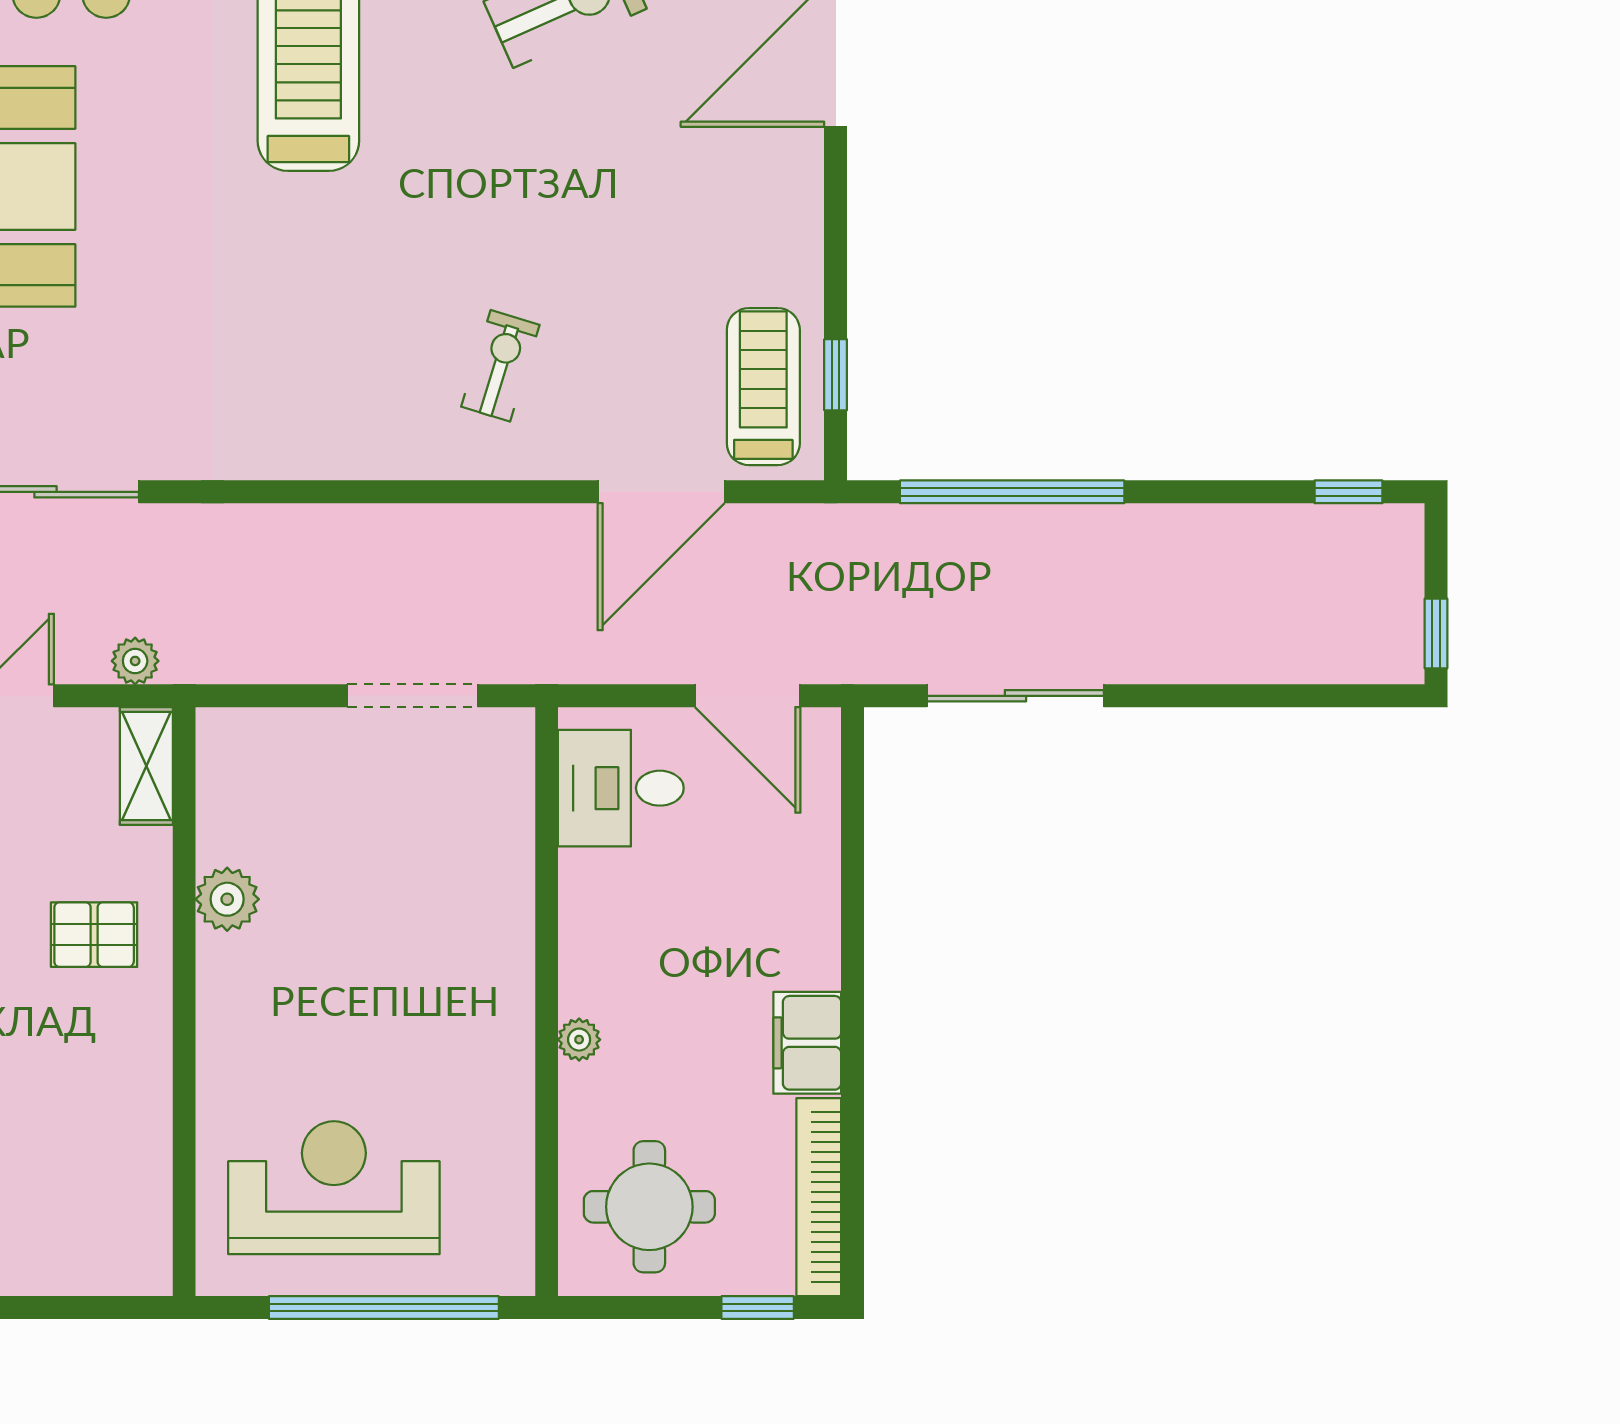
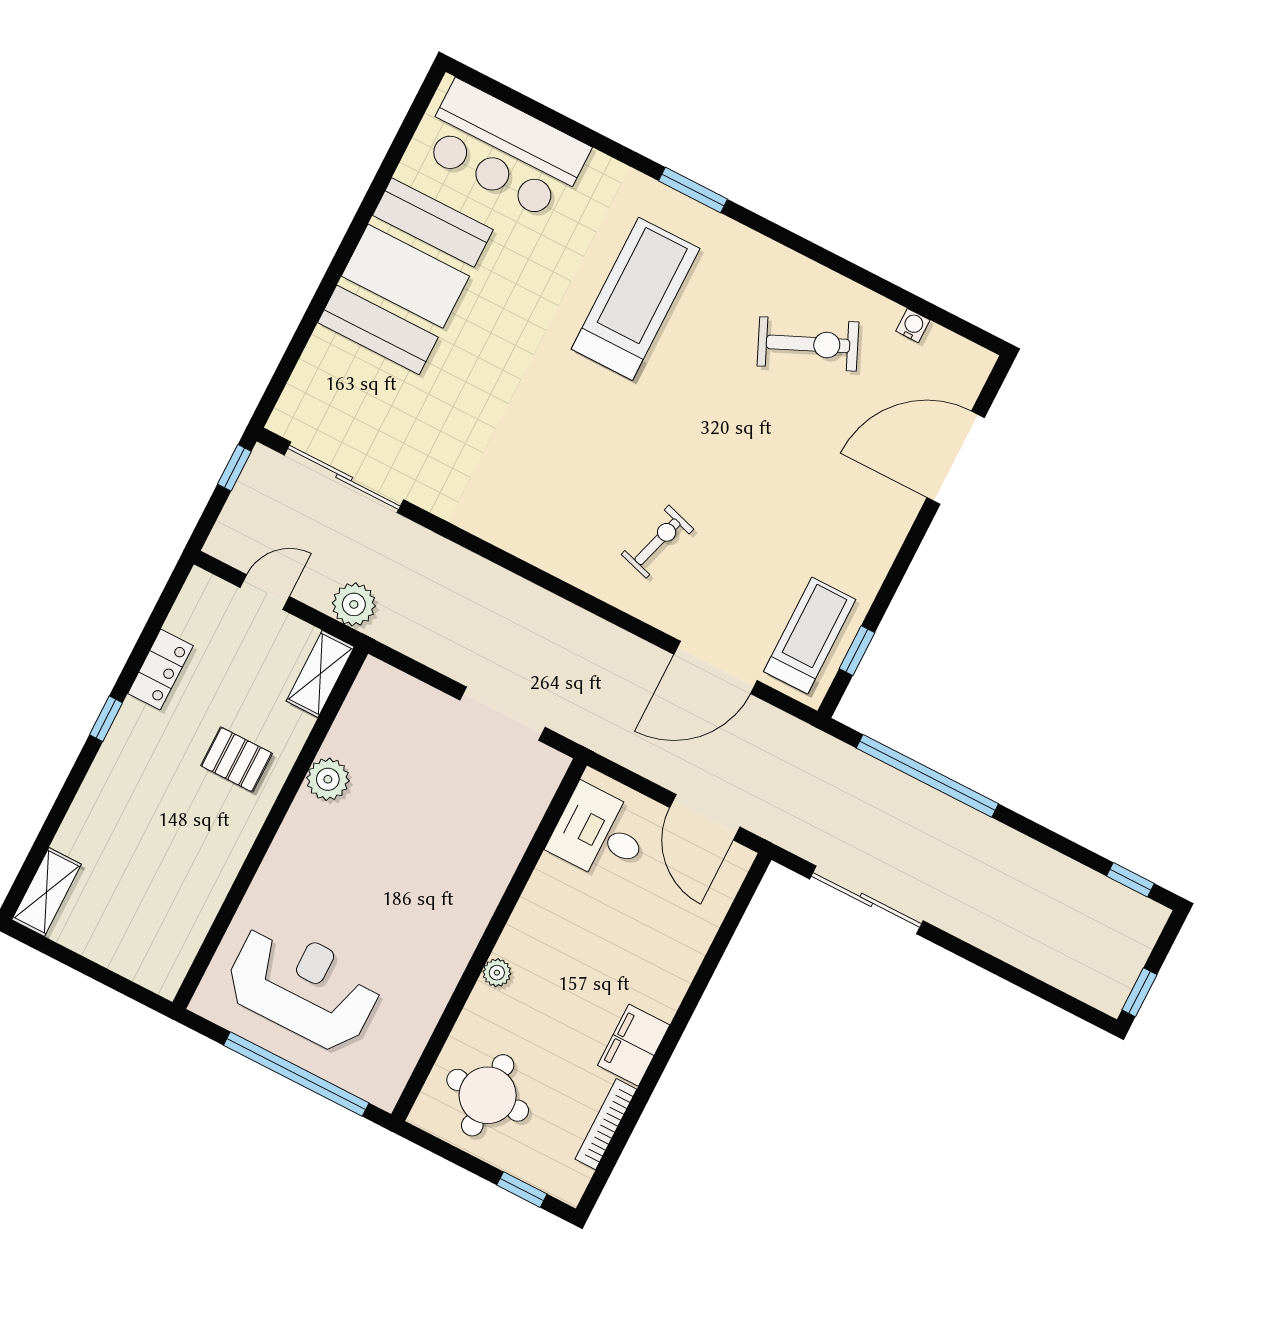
plant: (135, 661) -> (354, 604), width x1.38, depth x1.38
bookcase: (819, 1197) -> (606, 1124), width x0.68, depth x0.76

